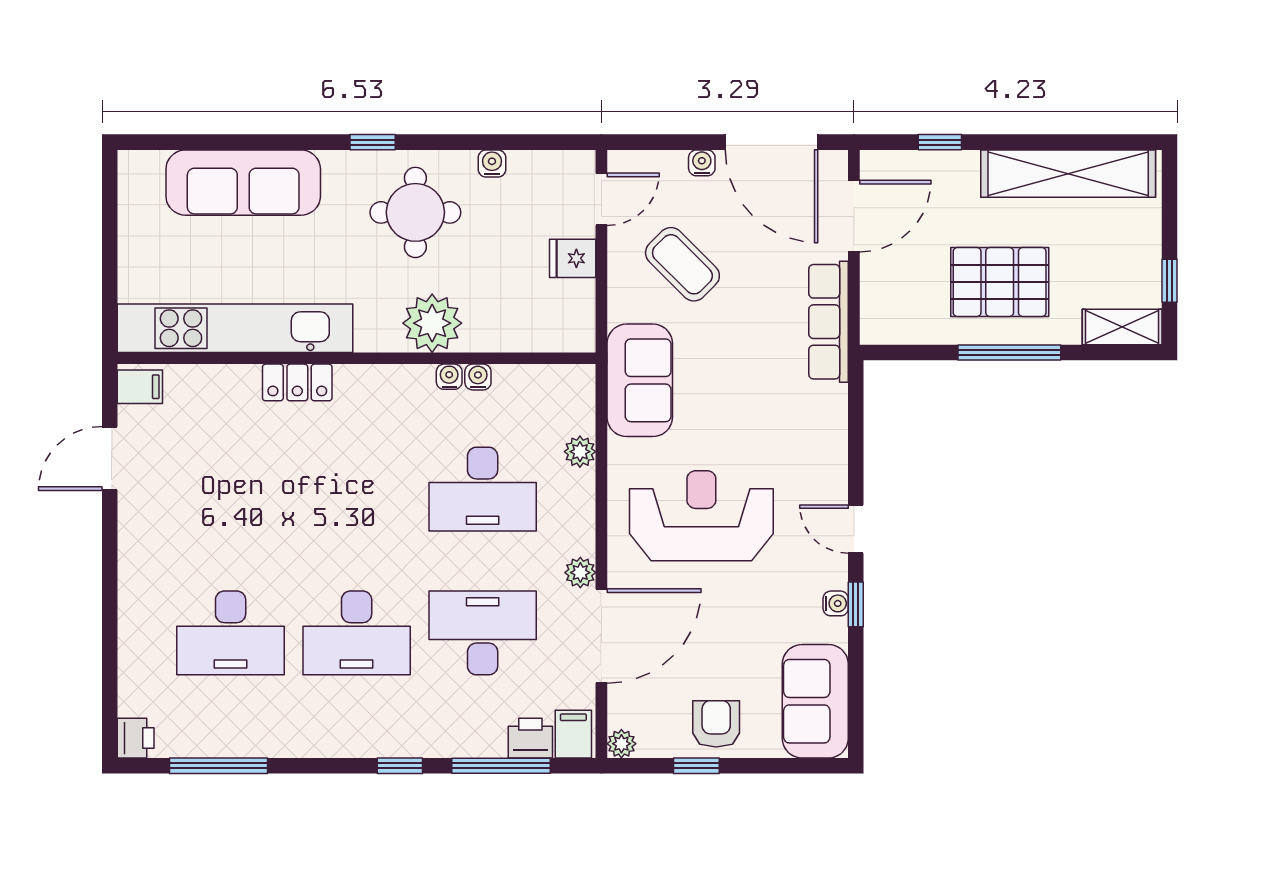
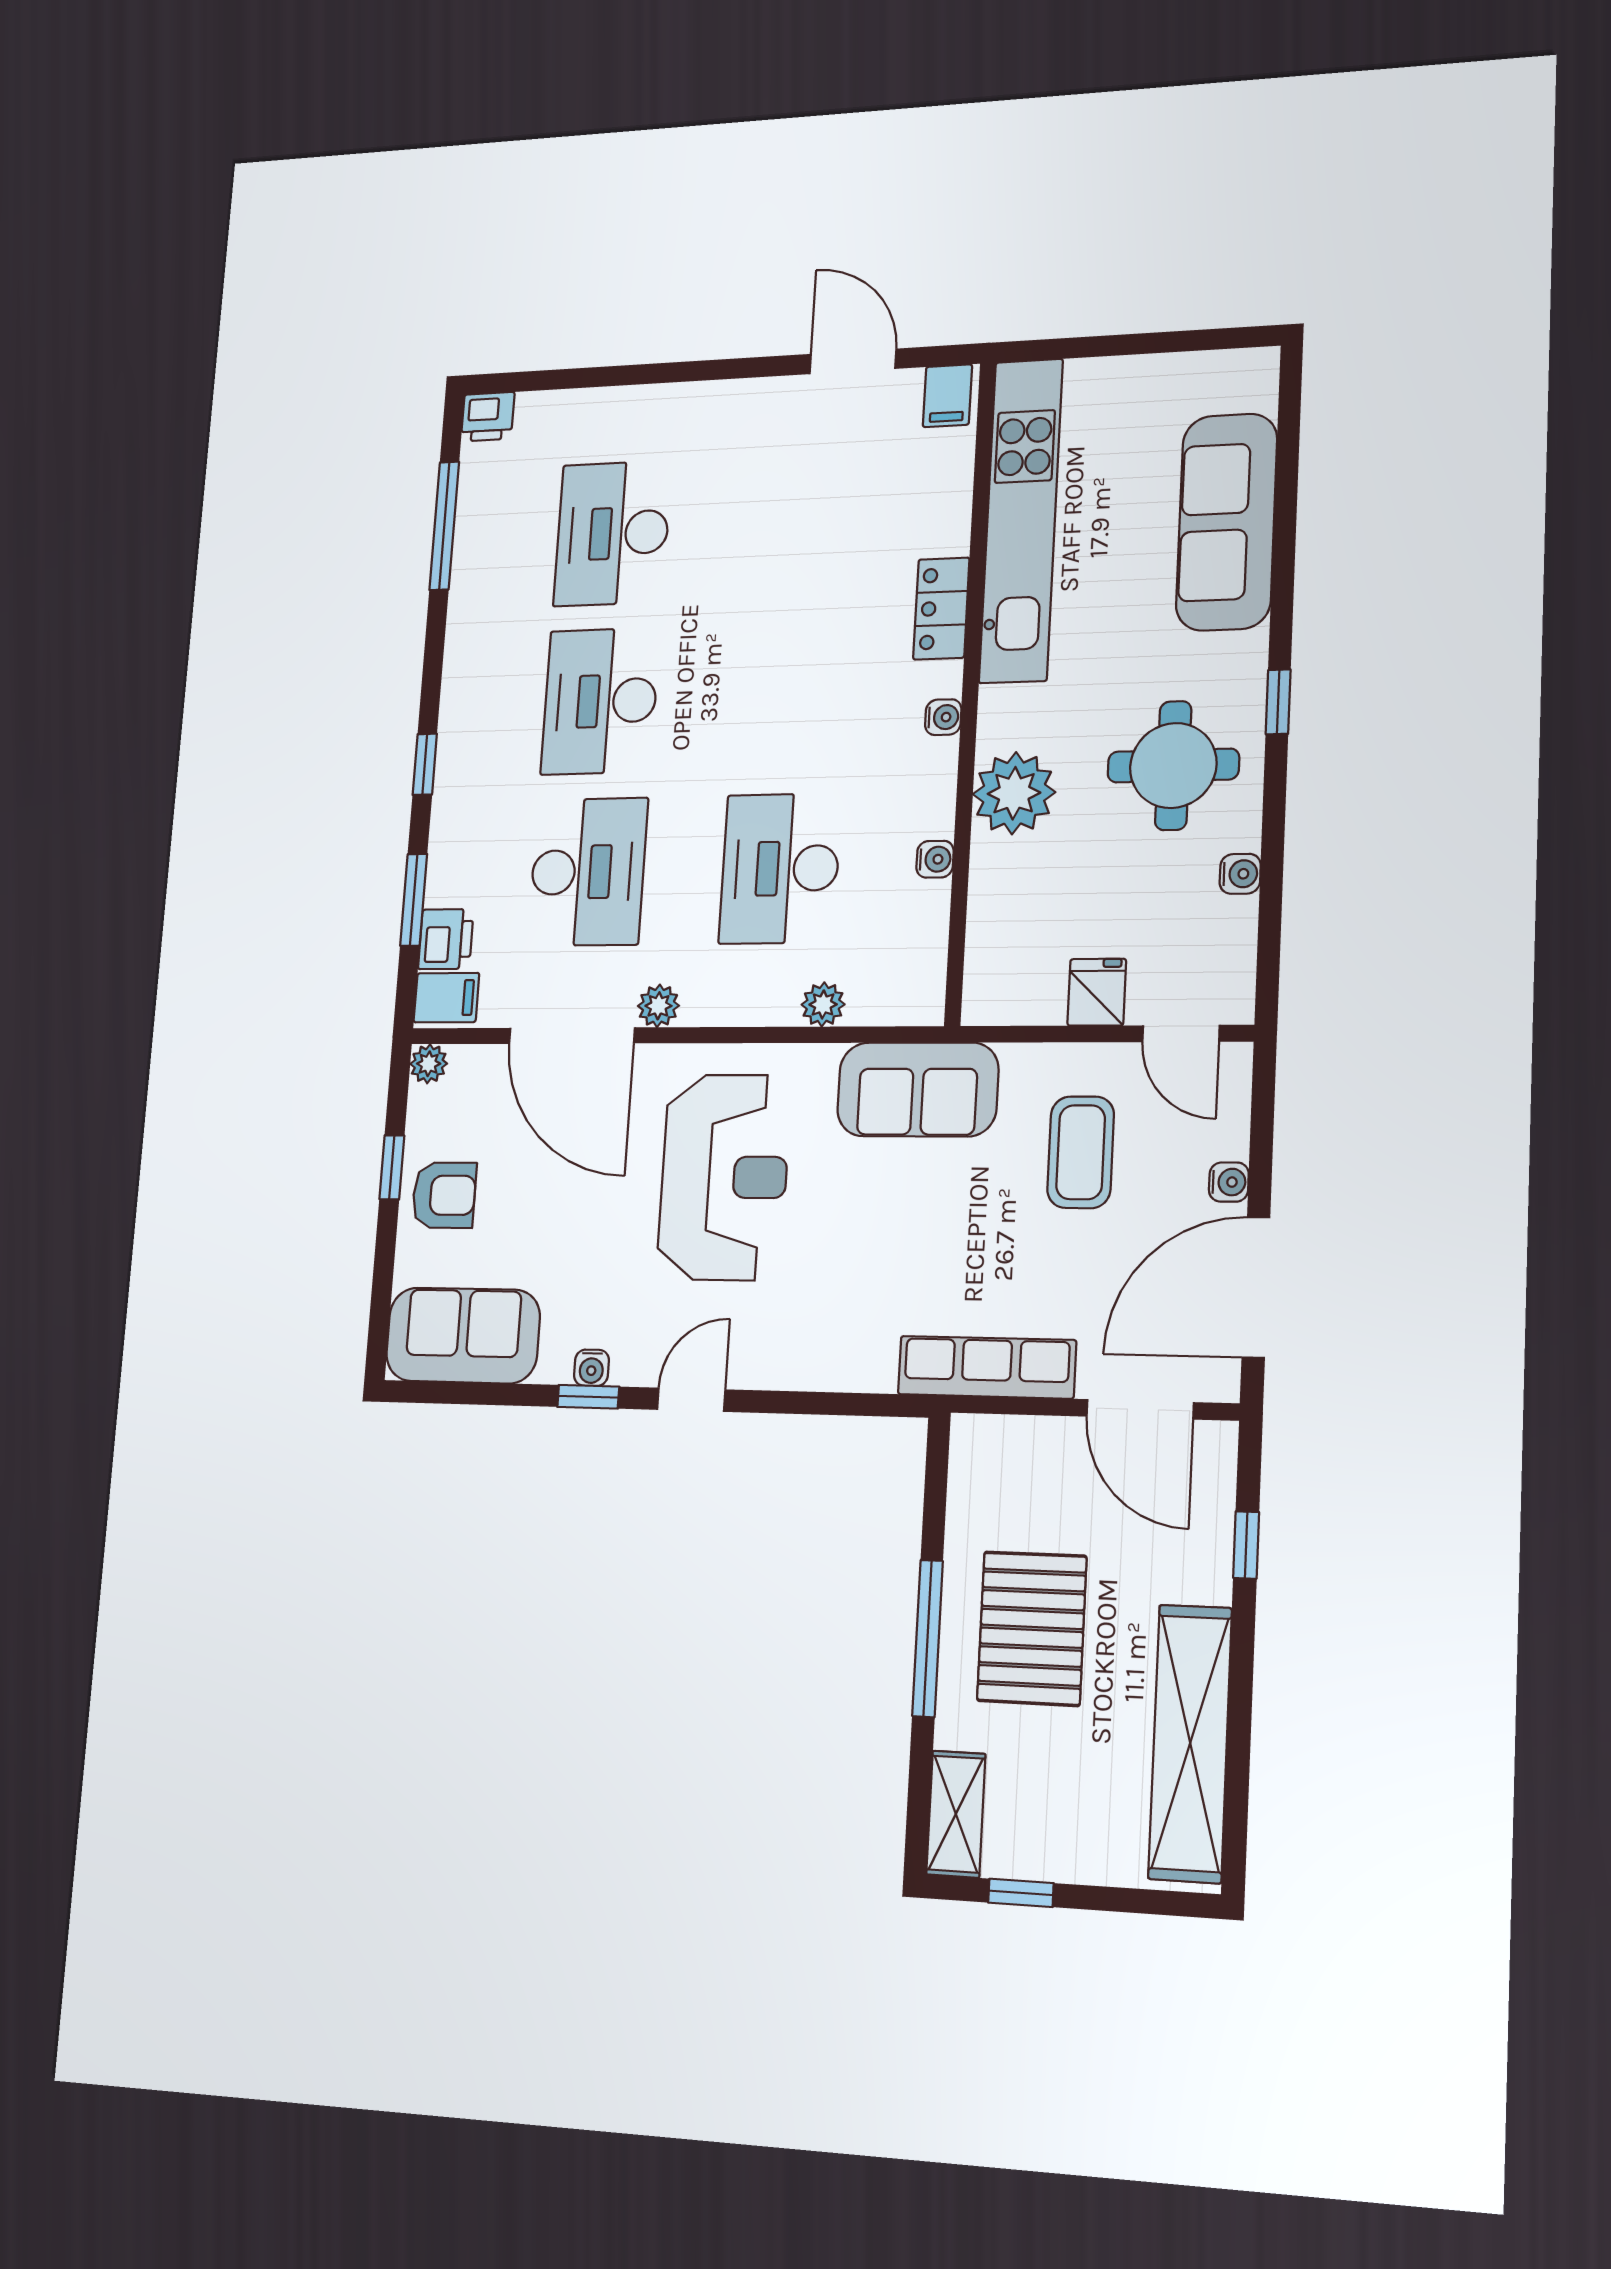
coffee table: (682, 264) -> (1081, 1152), turned -45
water cooler: (449, 377) -> (943, 717), moved
window: (501, 766) -> (414, 900), width x0.69

